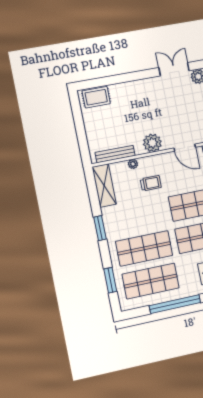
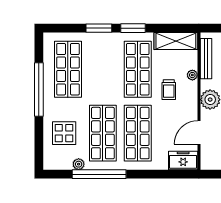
shop shelf: (144, 248) -> (138, 69), moved
window: (110, 280) -> (99, 28), moved

